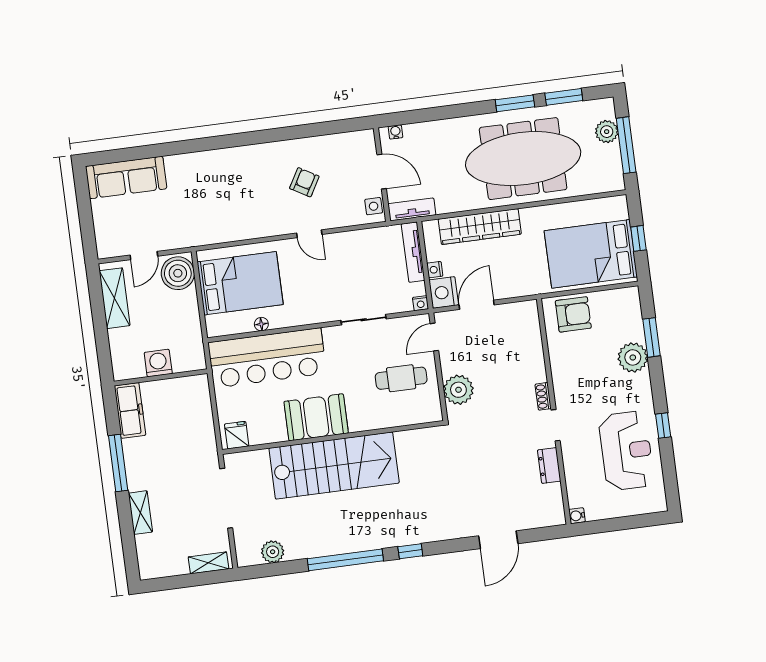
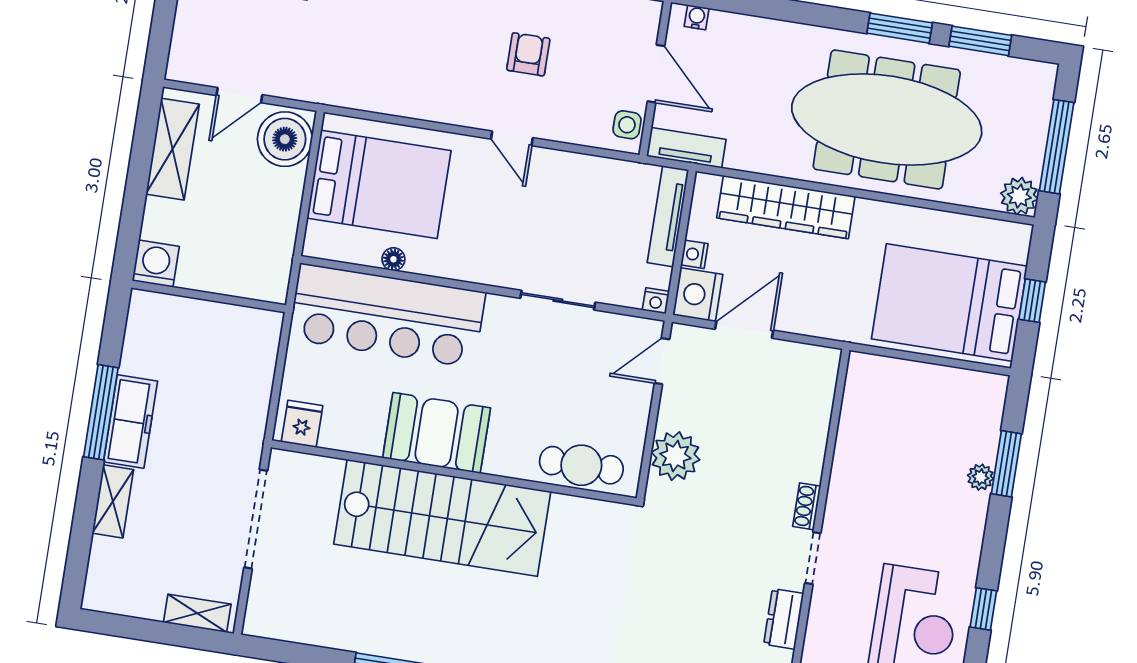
plant: (607, 132) -> (1019, 196), moved
armchair: (304, 182) -> (528, 54), turned -30
armchair: (573, 314) -> (893, 390), removed
plant: (633, 357) -> (981, 477), width x0.53, depth x0.53
washing machine: (158, 363) -> (156, 264), moved
cafe table: (401, 378) -> (581, 465), moved
freezer: (130, 410) -> (130, 422), moved
plant: (273, 552) -> (304, 626), removed

